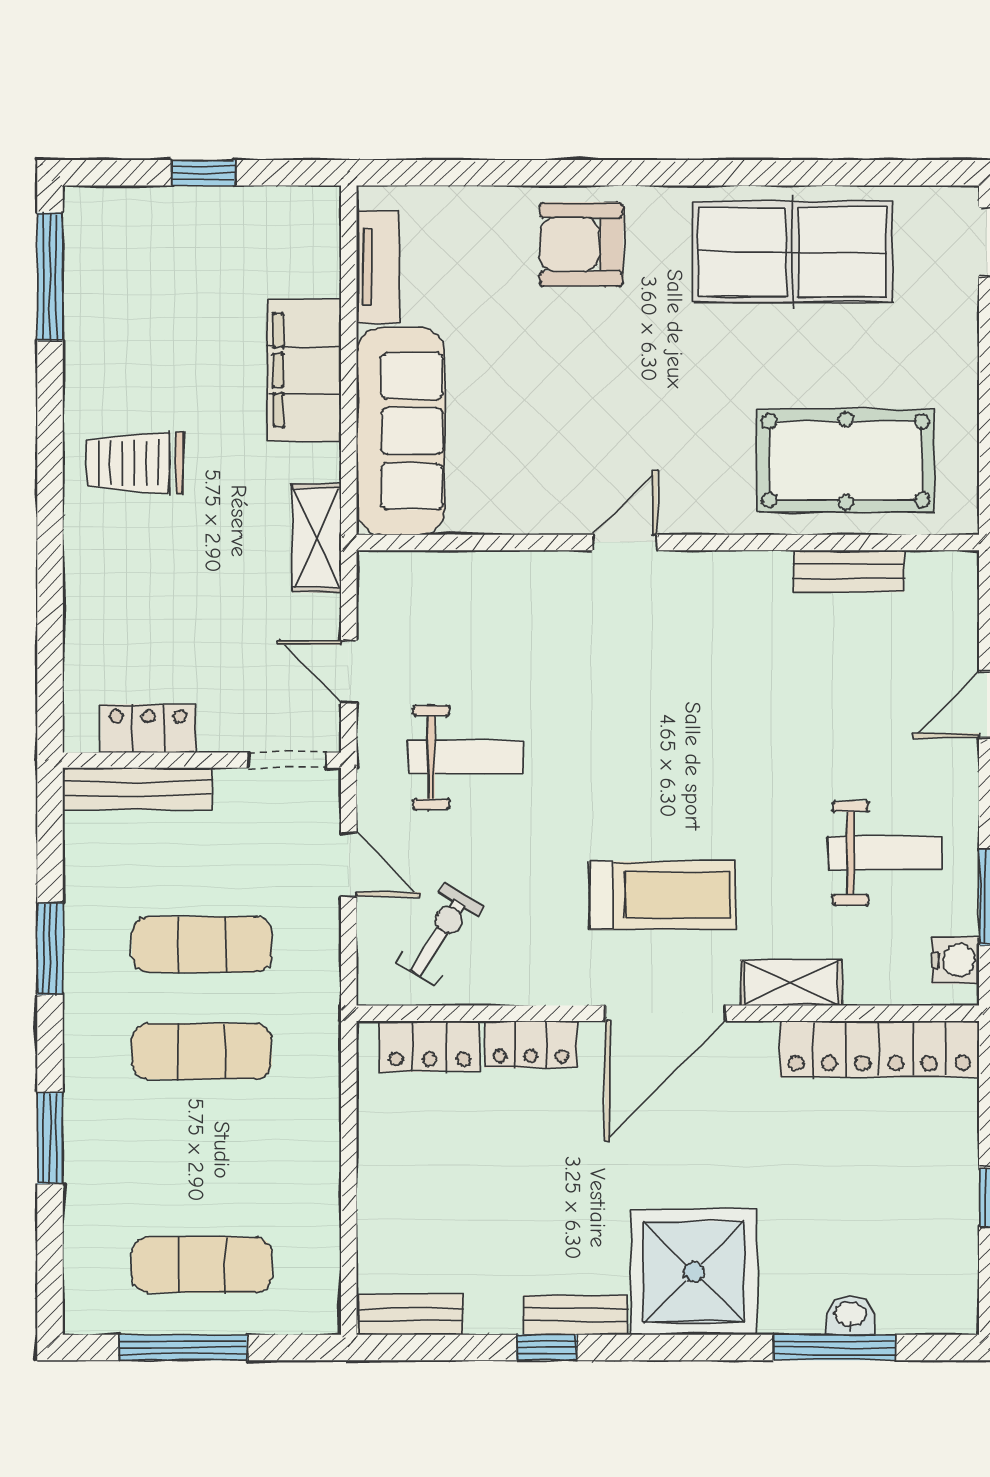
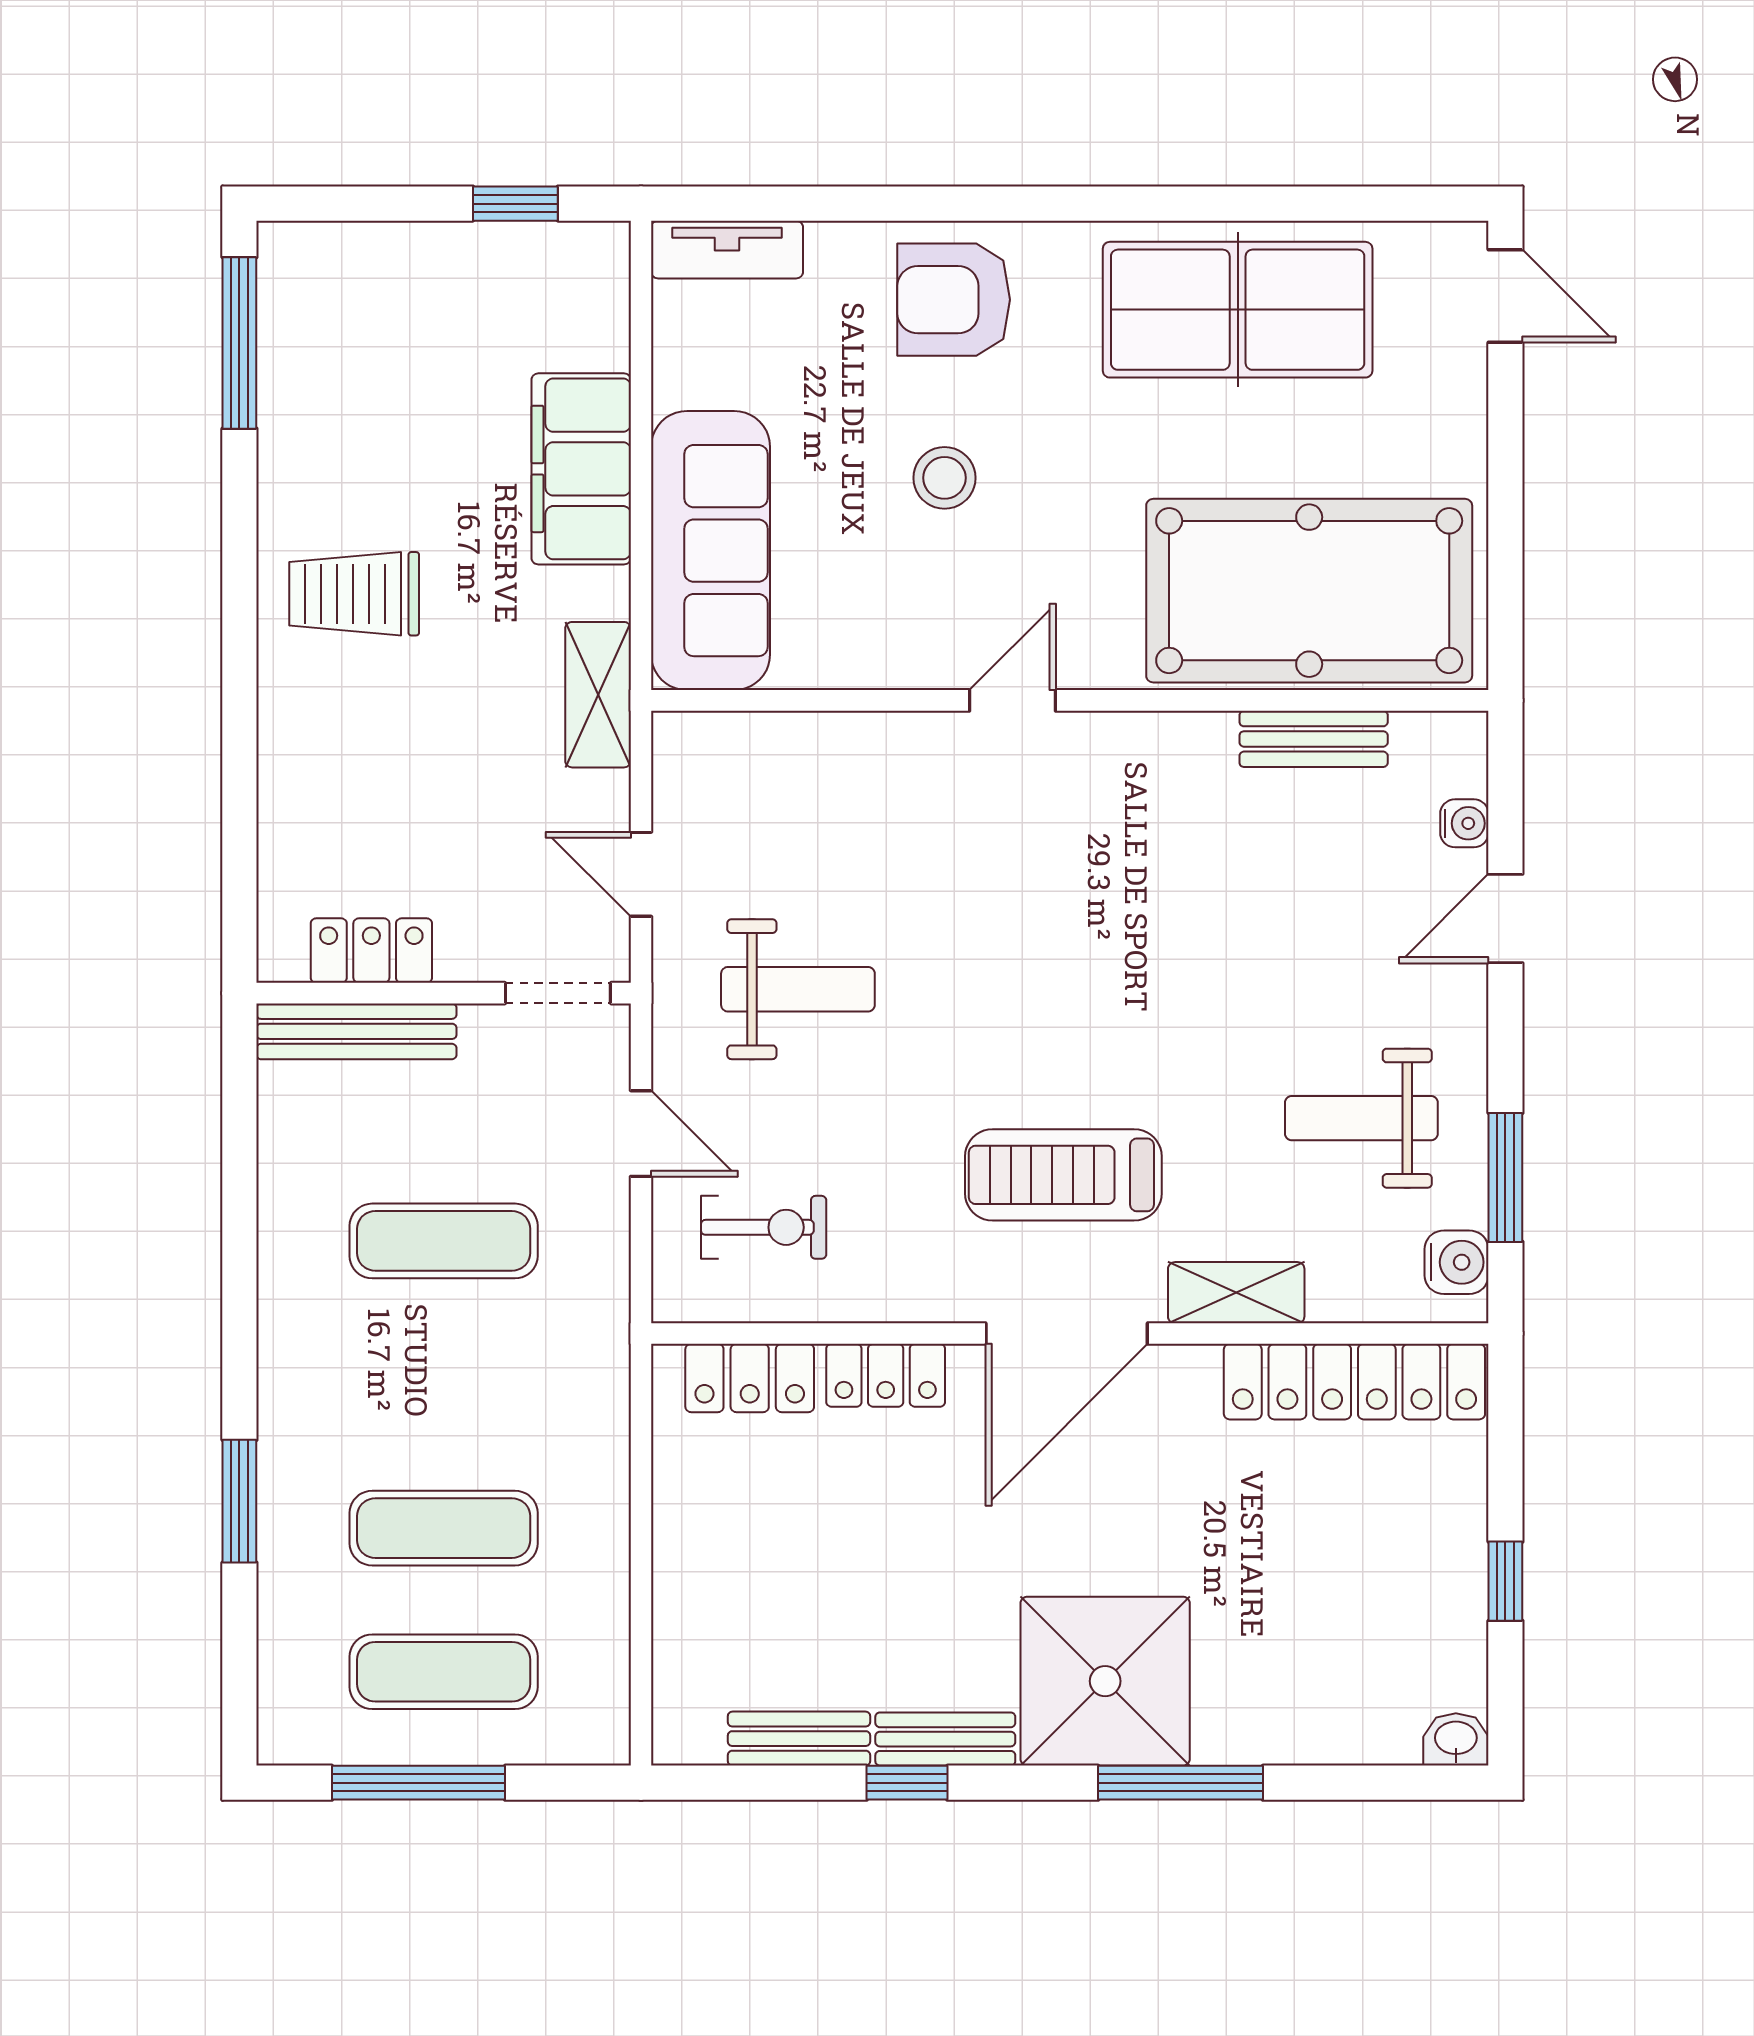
window: (203, 173) -> (515, 204), moved
tv unit: (378, 267) -> (727, 250), moved, turned 90
stool: (574, 377) -> (944, 478), added
pool table: (846, 461) -> (1309, 591), width x1.36, depth x1.32
water cooler: (961, 634) -> (1464, 823), added
weight bench: (885, 853) -> (1361, 1118), turned 180
treadmill: (663, 895) -> (1063, 1175), turned 180
exercise bike: (440, 934) -> (764, 1227), turned 58
window: (50, 949) -> (239, 1247), removed
exercise mat: (202, 1051) -> (444, 1528), moved
bench: (410, 1315) -> (799, 1739), moved
washbasin: (850, 1315) -> (1456, 1739), moved
window: (835, 1347) -> (1180, 1783), moved

